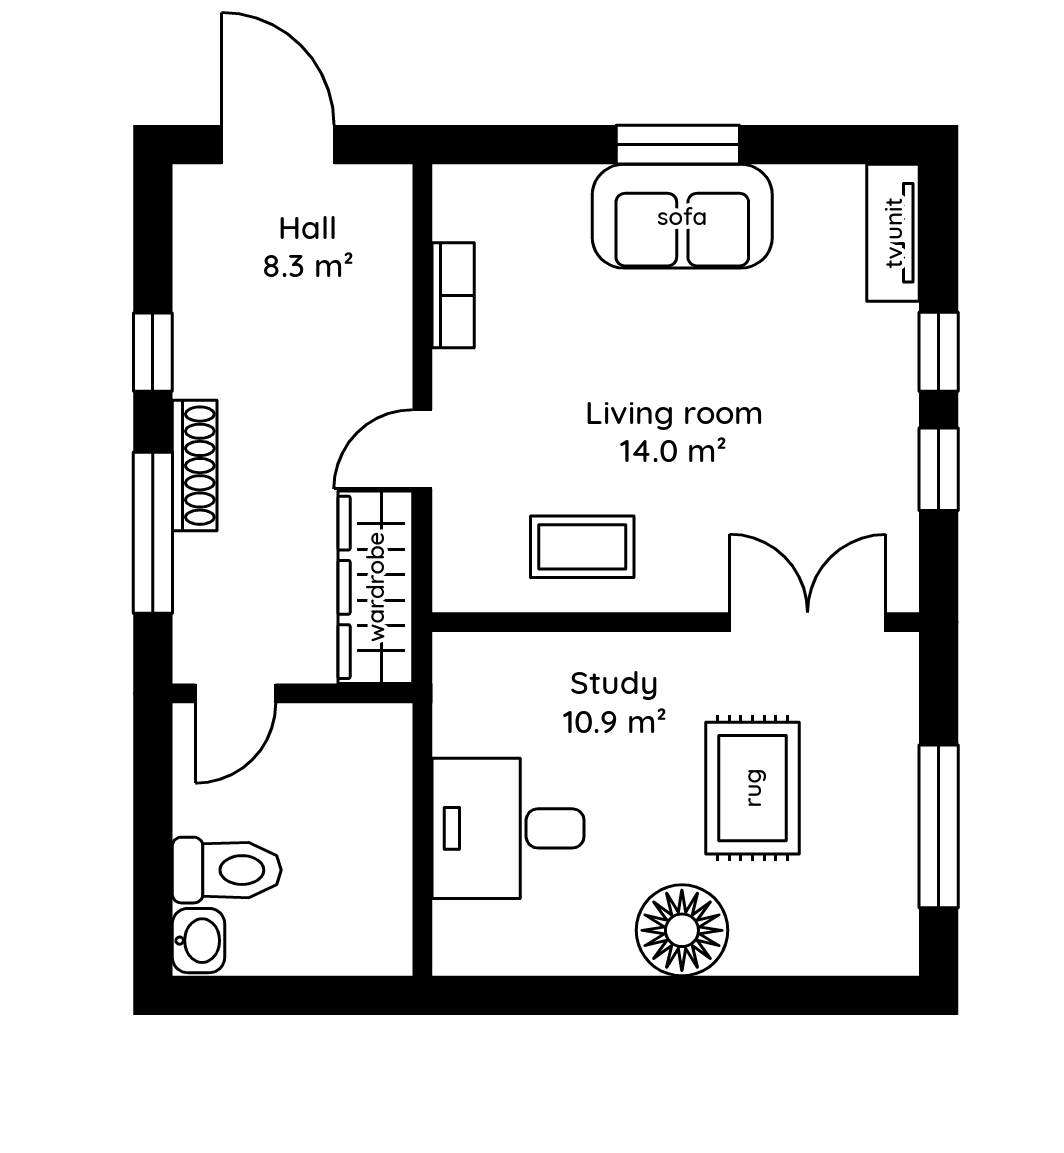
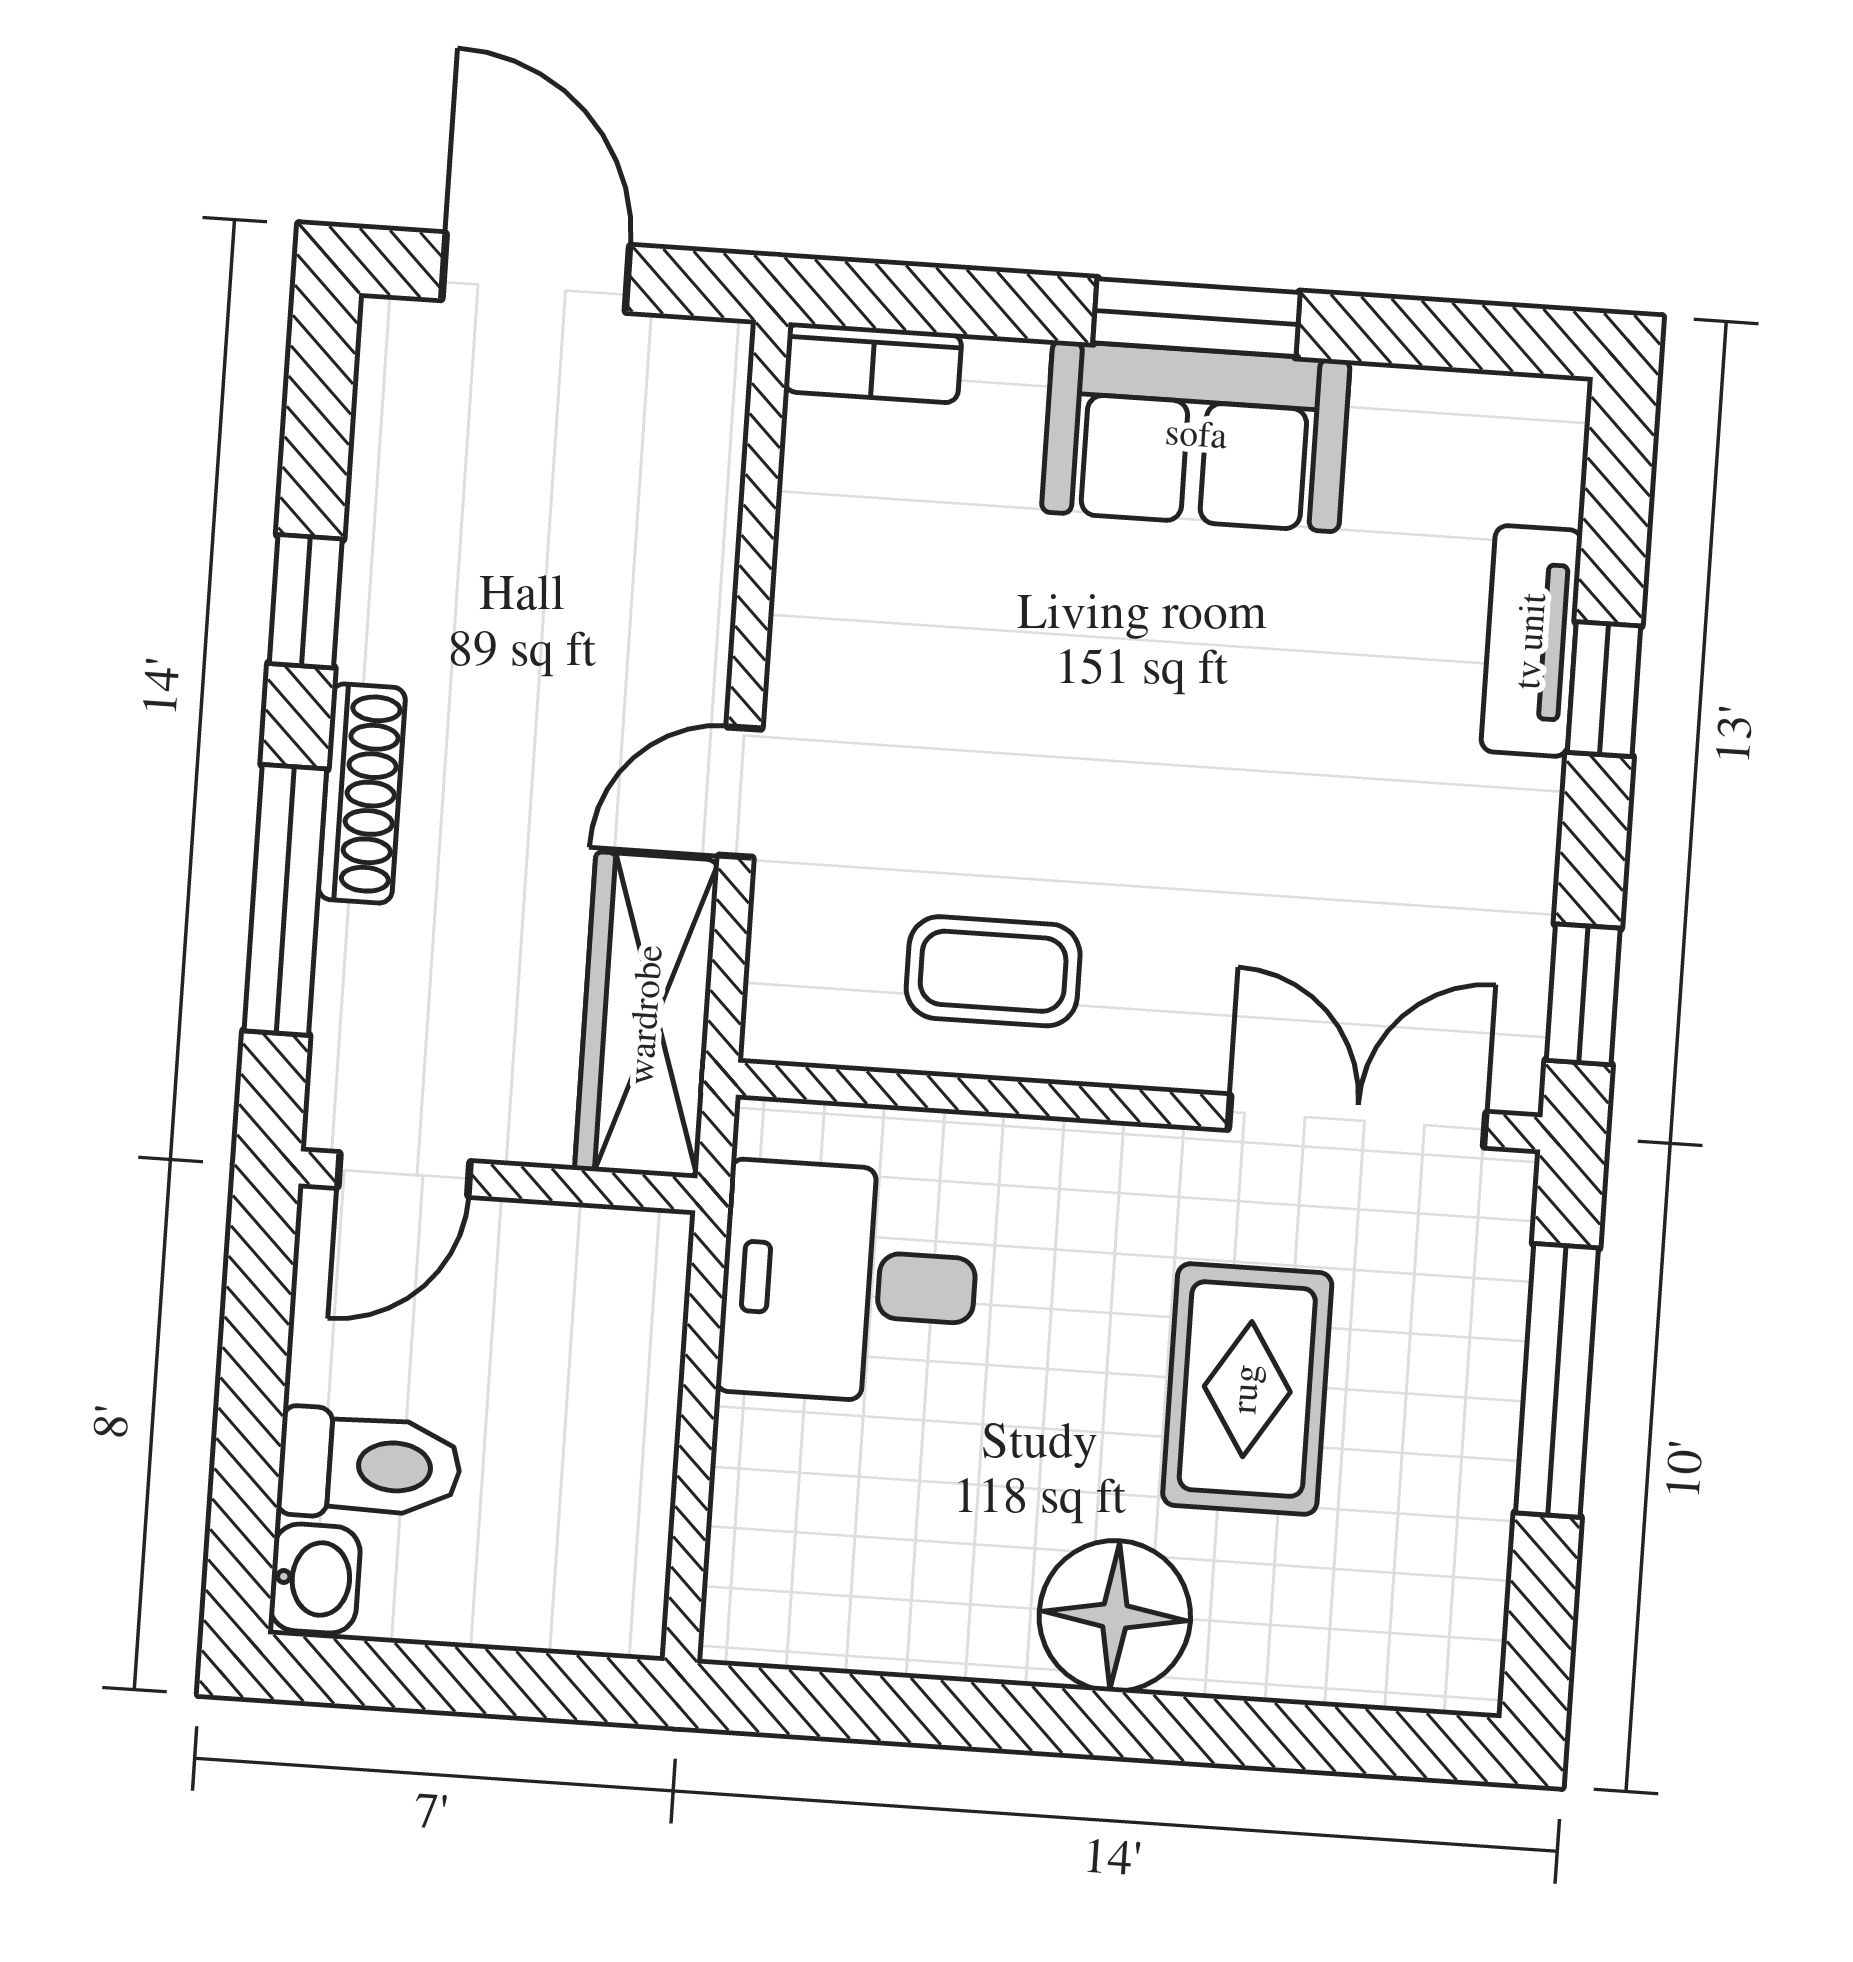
tv unit: (893, 233) -> (1532, 641), moved
bookcase: (453, 295) -> (873, 363), moved, turned 90
window: (939, 469) -> (1583, 994), moved
window: (939, 826) -> (1557, 1380), moved
desk: (508, 828) -> (849, 1283), moved

